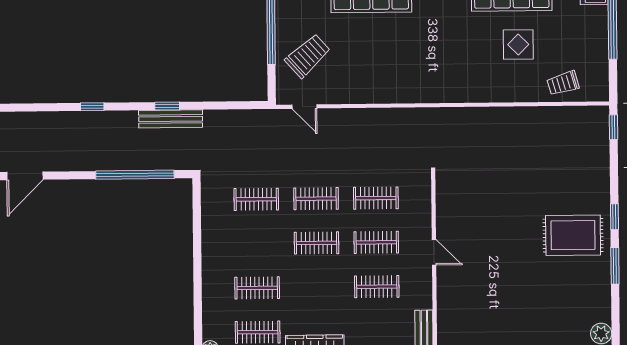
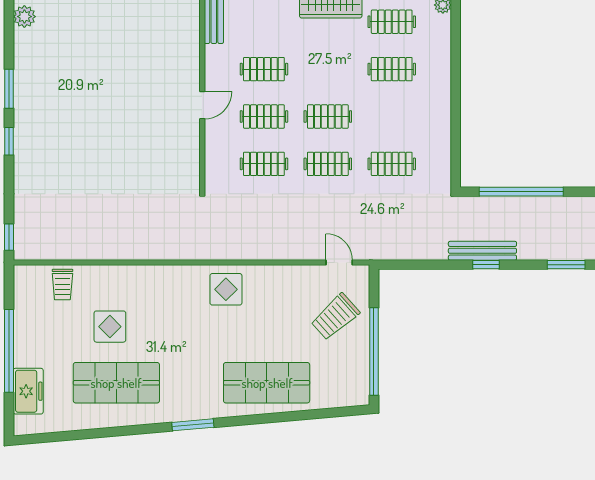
display table: (410, 80) -> (226, 289), added
trolley: (563, 83) -> (62, 285), turned 106
window: (92, 107) -> (566, 265), width x1.50
rug: (573, 235) -> (53, 122), removed
door: (434, 252) -> (202, 105), swing flipped

